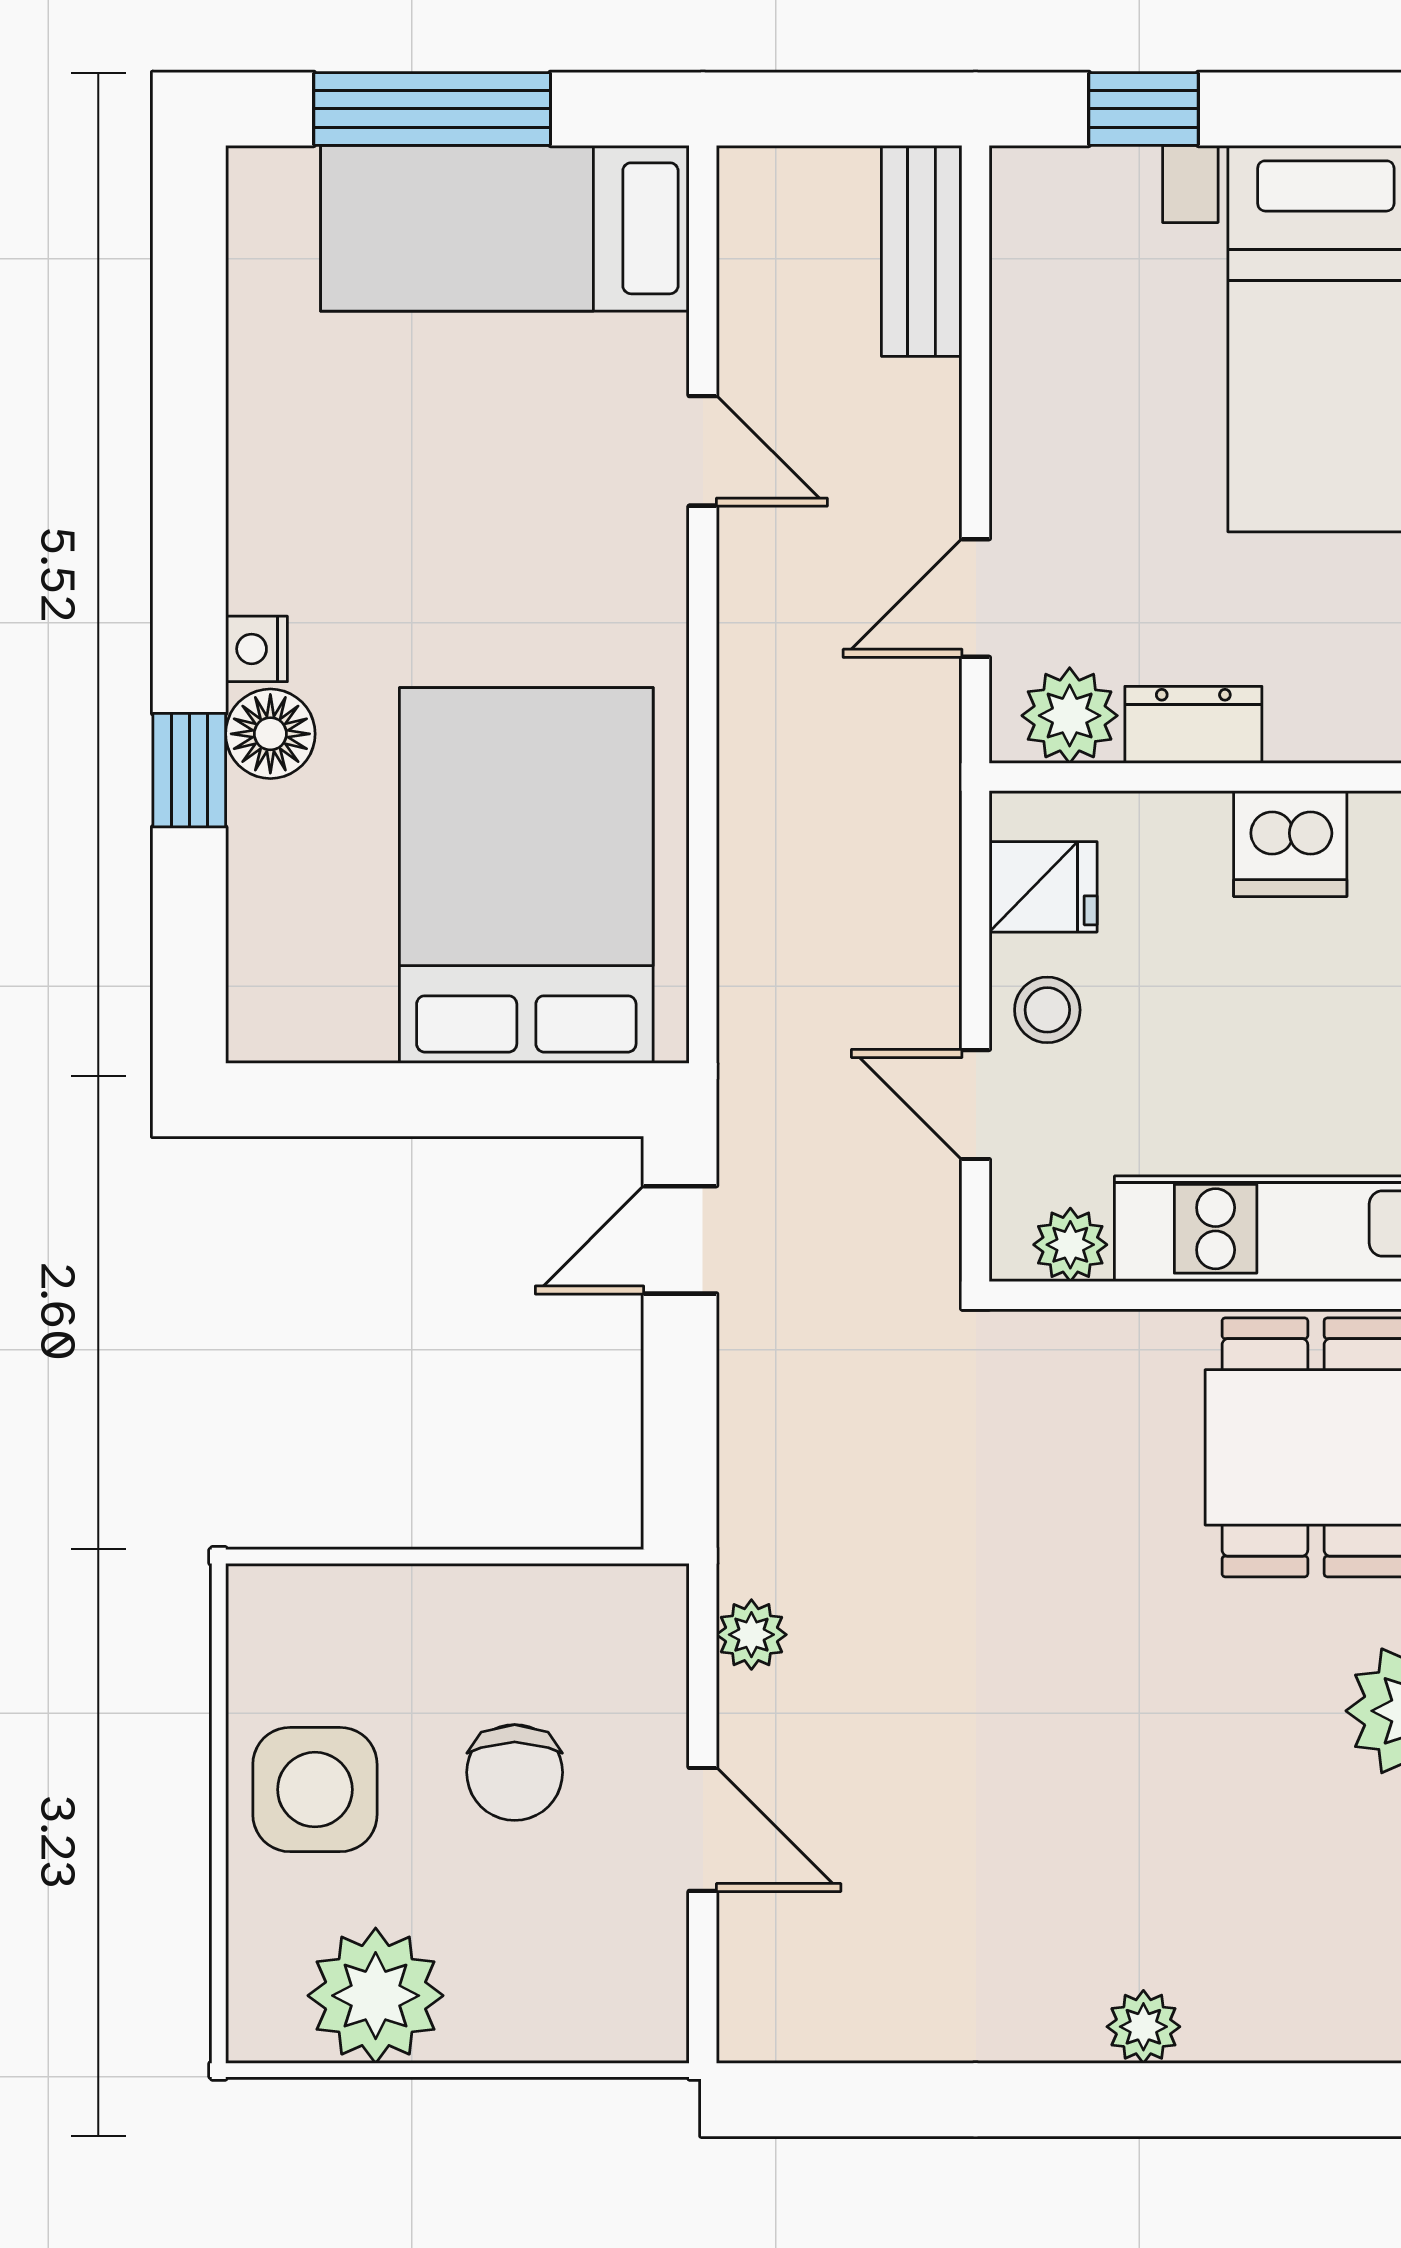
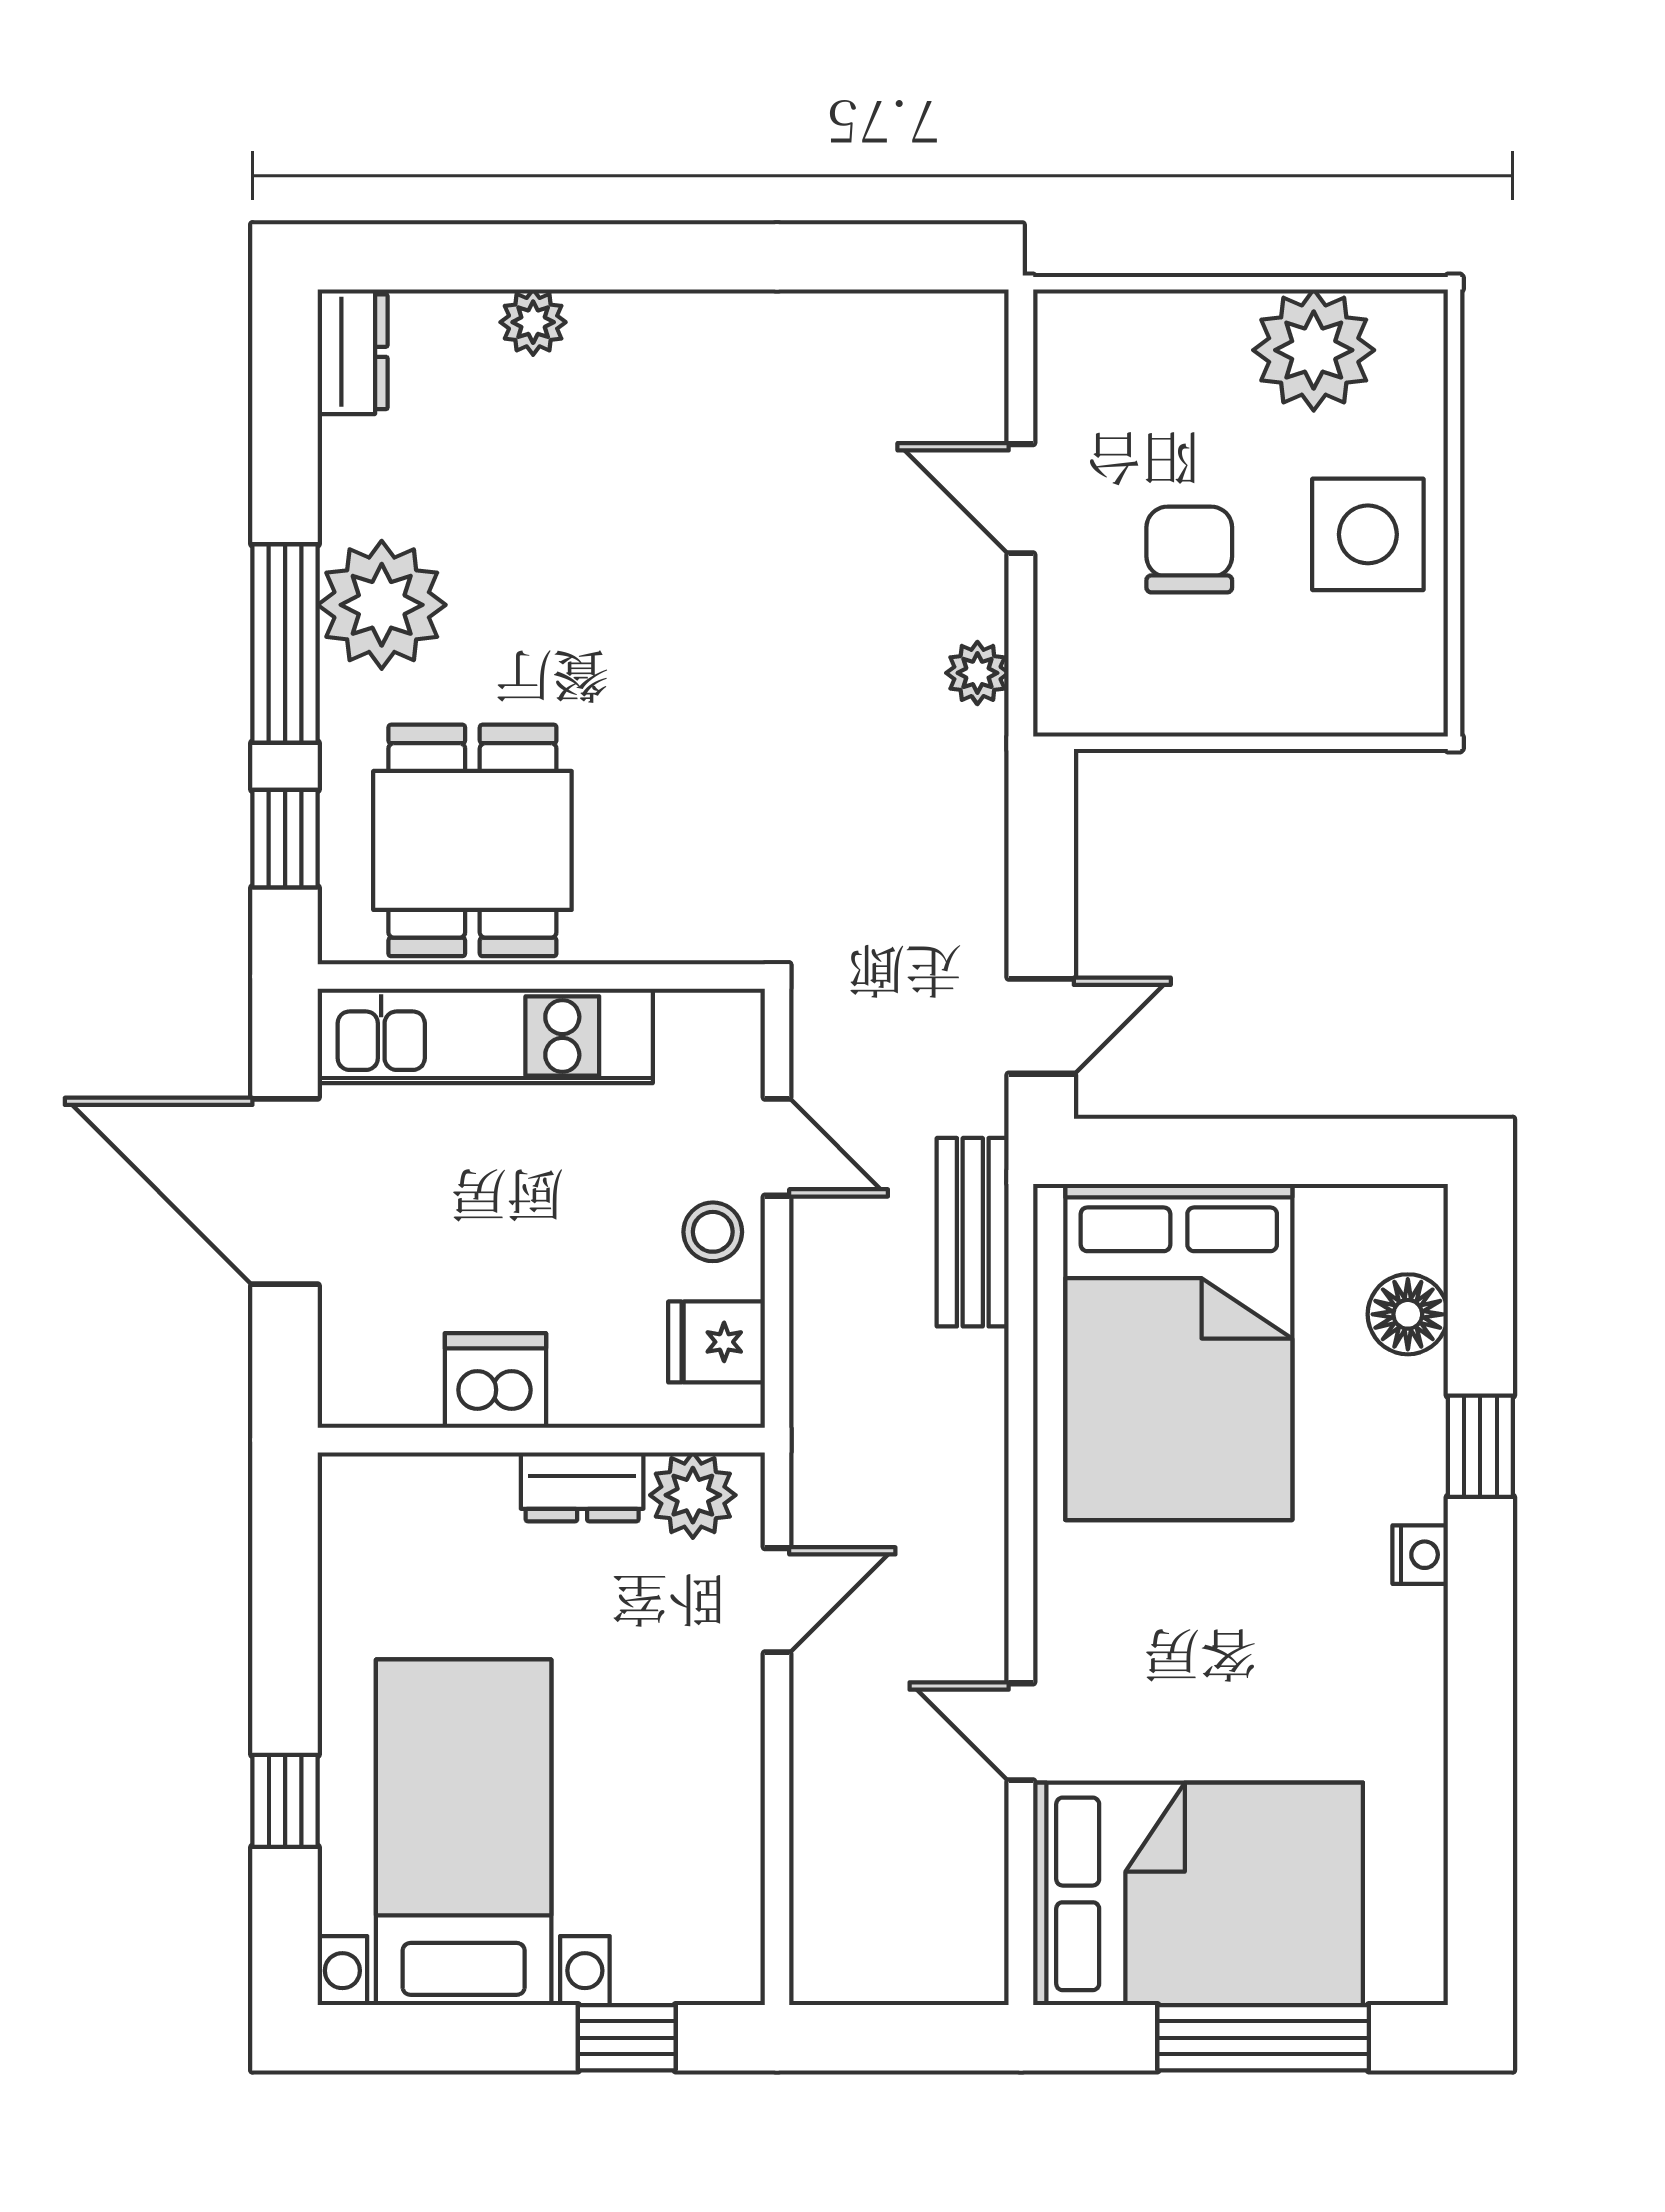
bed: (505, 228) -> (1198, 1894), width x1.50
bench: (922, 251) -> (973, 1232), moved
floor lamp: (270, 734) -> (1408, 1314), moved
plant: (1070, 1245) -> (692, 1022), removed
plant: (1143, 2027) -> (533, 322), moved

